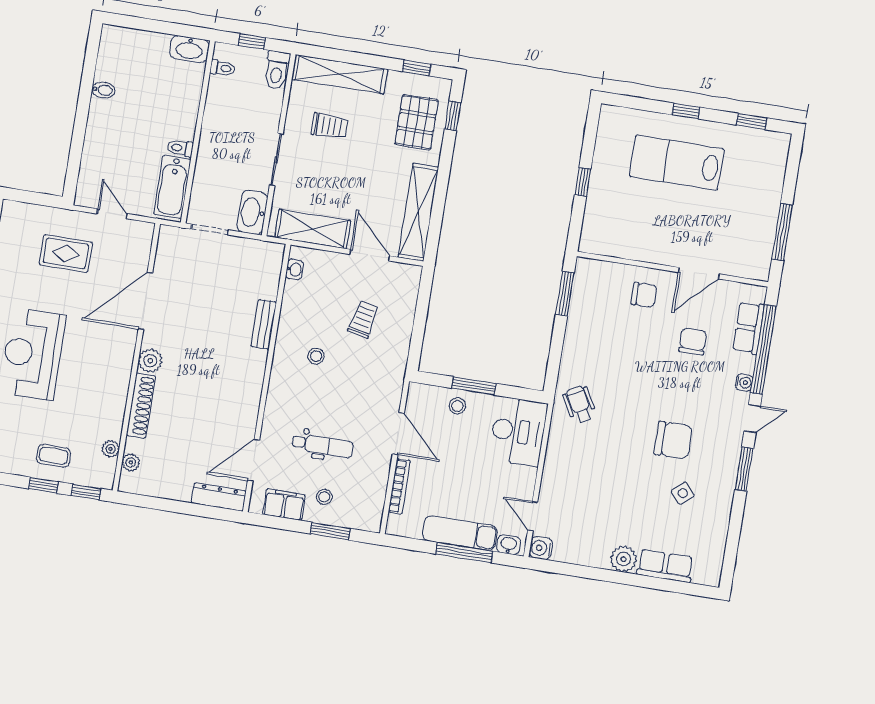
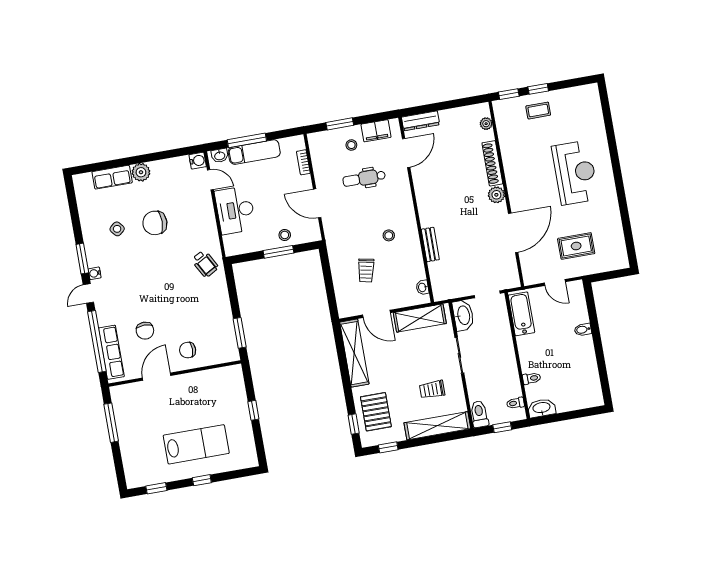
bidet: (103, 90) -> (583, 330), moved
toilet: (180, 148) -> (532, 378), moved
row of seats: (749, 328) -> (111, 352), width x1.48
water cooler: (744, 382) -> (95, 273), moved
desk: (518, 431) -> (235, 210), moved
chair: (673, 440) -> (155, 223), moved
plant: (111, 449) -> (502, 128), removed
bookcase: (399, 486) -> (303, 162), width x0.64

